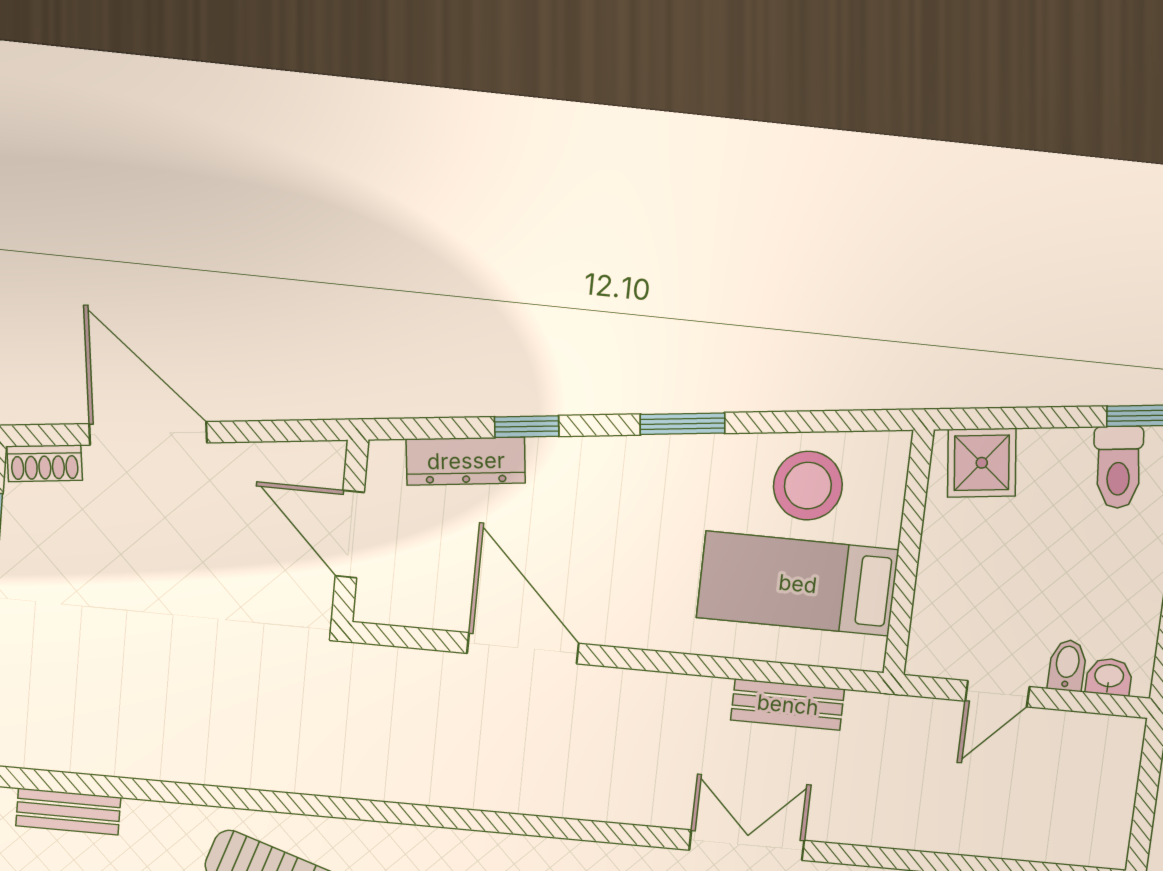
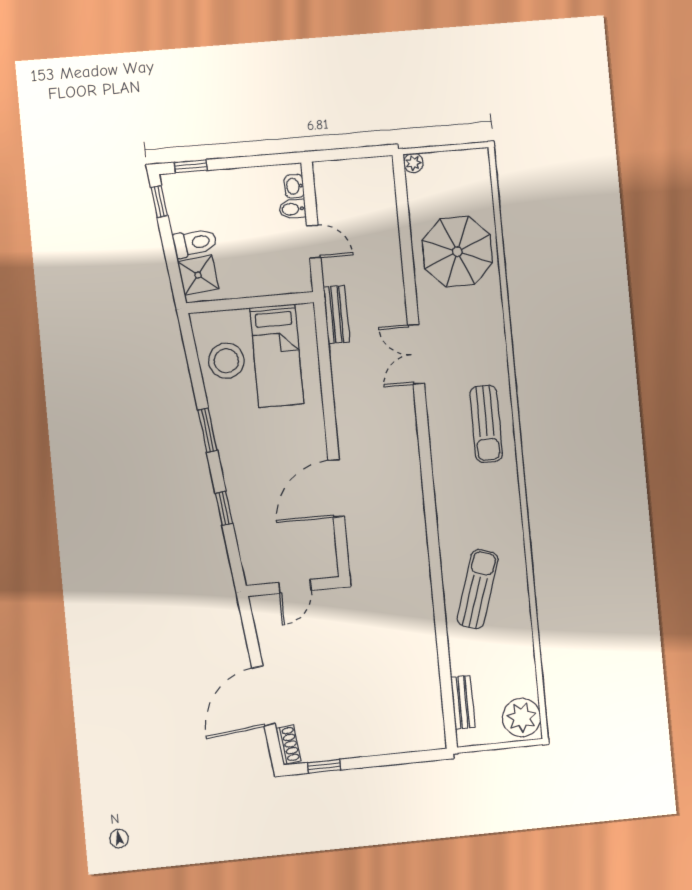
dresser: (466, 461) -> (247, 535), removed
toilet: (1118, 467) -> (195, 243), moved
door: (350, 534) -> (295, 586), width x0.73
bench: (788, 705) -> (336, 314), moved

